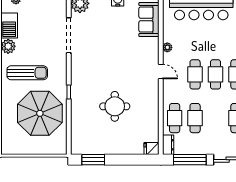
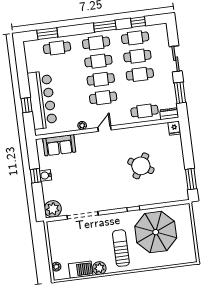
round table: (115, 106) -> (141, 166), turned 31
cafe table: (195, 118) -> (140, 74), moved
window: (190, 160) -> (180, 93), width x0.69

